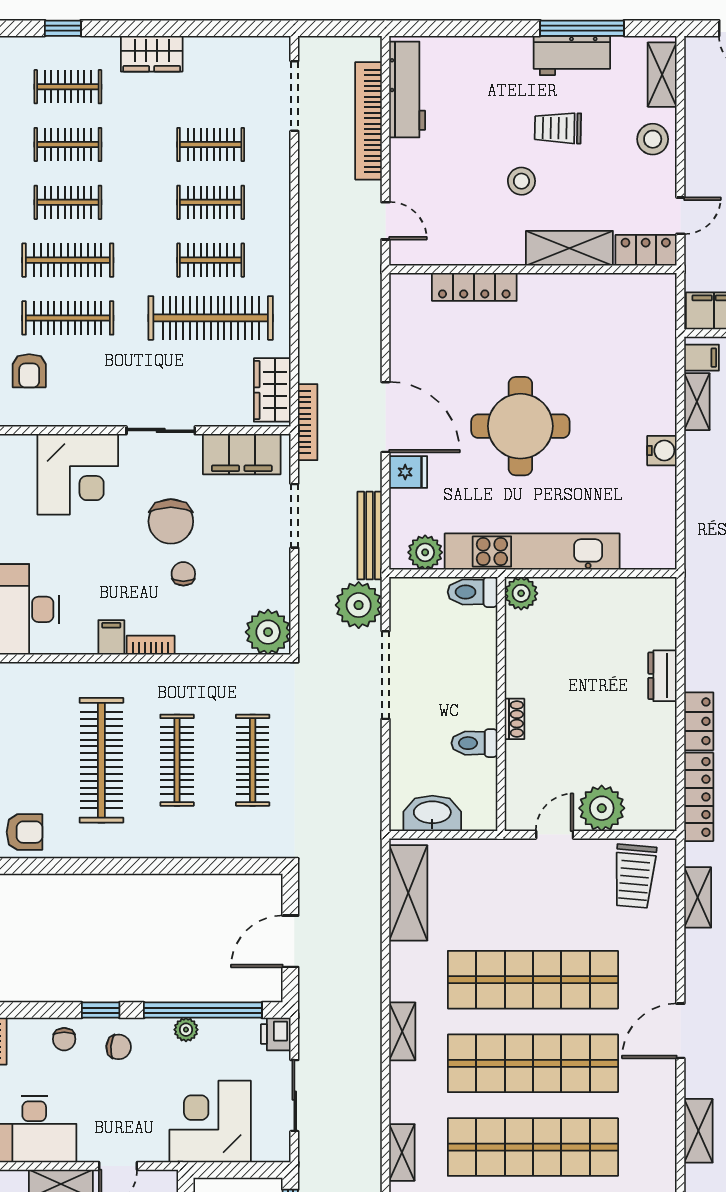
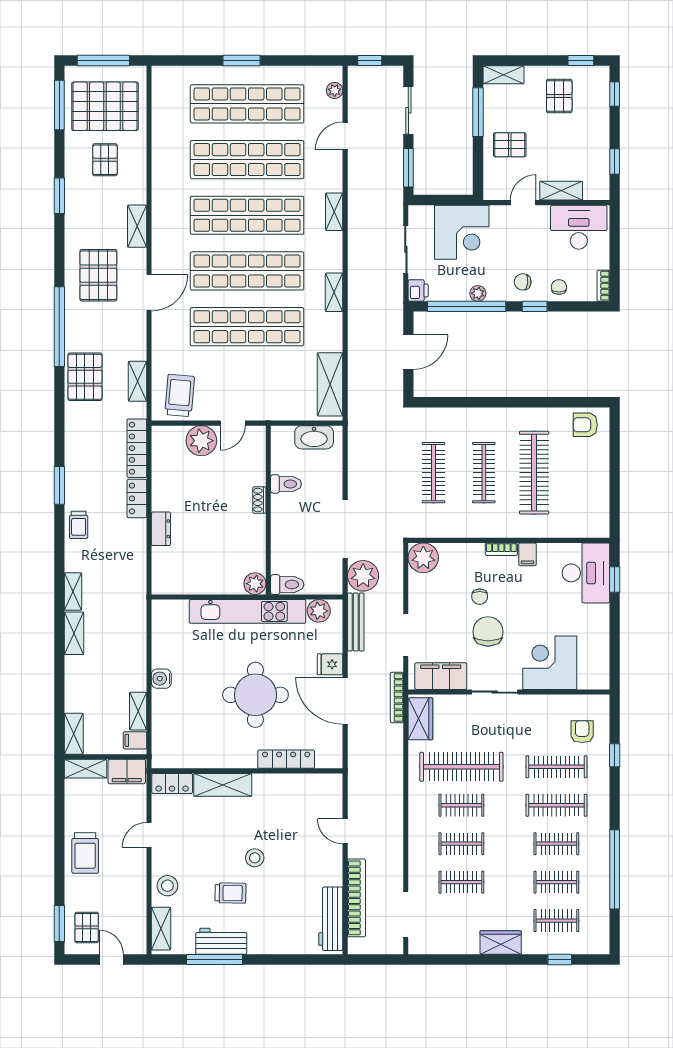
shelving: (569, 248) -> (223, 785), moved
locker: (646, 250) -> (172, 783), moved
wall: (533, 269) -> (247, 771), moved
locker: (474, 287) -> (286, 759), moved

